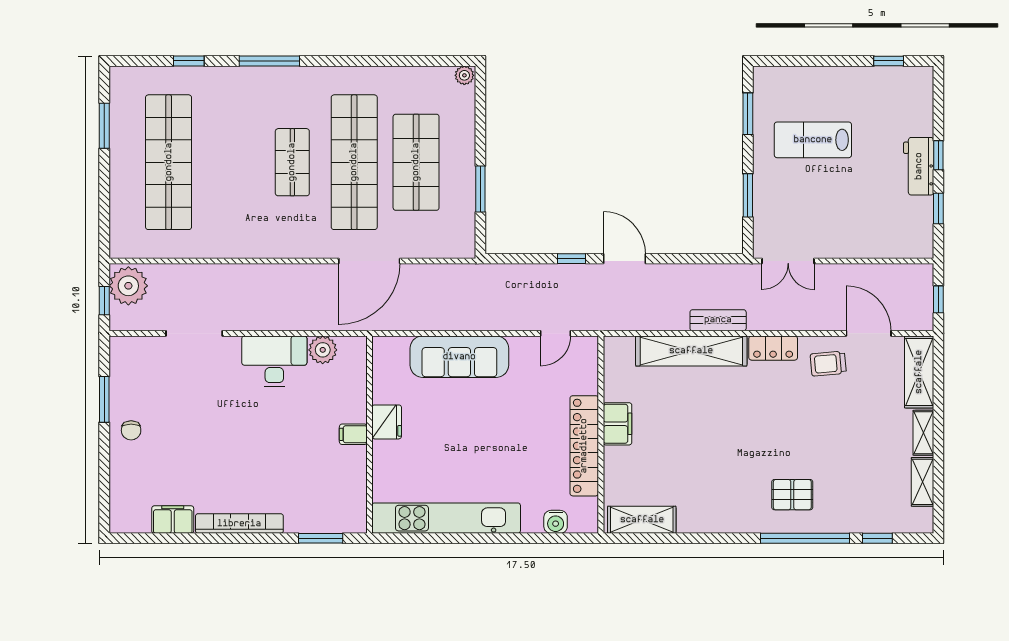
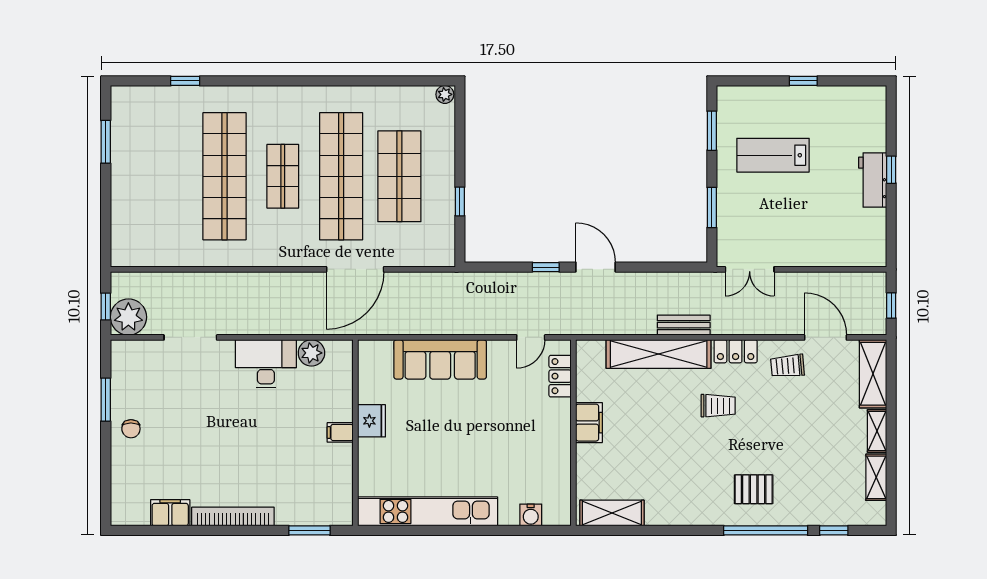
window: (269, 61) -> (261, 81), removed
window: (889, 61) -> (803, 81), moved
shop shelf: (169, 162) -> (225, 176), moved
window: (480, 189) -> (460, 201), width x0.67
window: (938, 209) -> (891, 220), removed
plant: (128, 286) -> (128, 317), moved
trolley: (755, 406) -> (718, 406), added
locker: (584, 446) -> (560, 376), moved, width x0.46, depth x0.83

